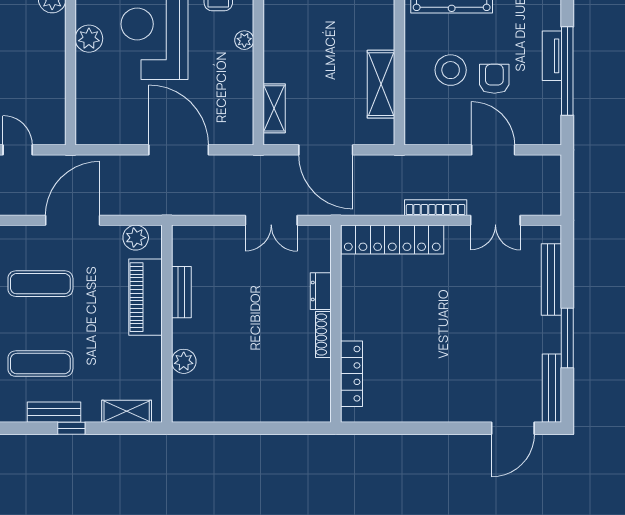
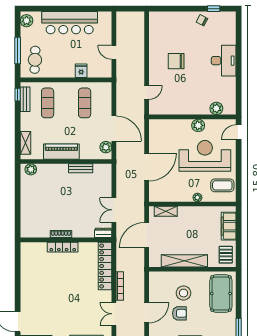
shelving: (381, 84) -> (184, 261), width x1.47
door: (73, 220) -> (114, 129), moved
dresser: (321, 291) -> (103, 233), moved
piano: (145, 297) -> (61, 152), moved
plant: (184, 361) -> (31, 169), moved
locker: (352, 374) -> (63, 247), moved
bench: (54, 412) -> (25, 99), moved
window: (71, 428) -> (18, 95), moved

